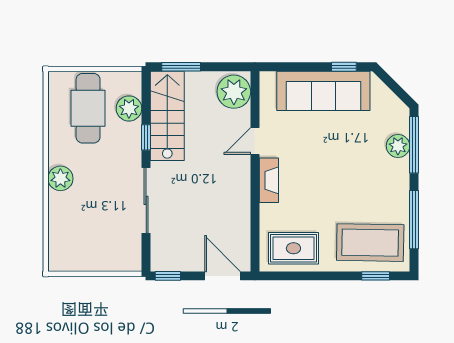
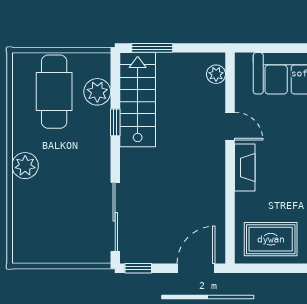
plant: (234, 92) -> (216, 74), width x0.53, depth x0.53
door: (255, 141) -> (230, 126), swing flipped
sliding door: (146, 200) -> (115, 217), moved
door: (223, 276) -> (196, 268), hinge flipped

